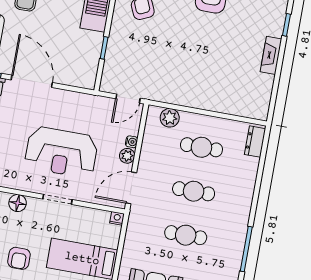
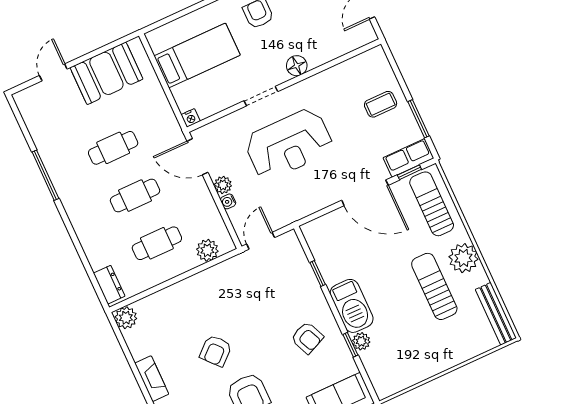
armchair: (213, 44) -> (216, 351), added
plant: (259, 110) -> (126, 318), added
reception desk: (61, 152) -> (289, 144), turned 180
door: (131, 188) -> (197, 157), swing flipped

